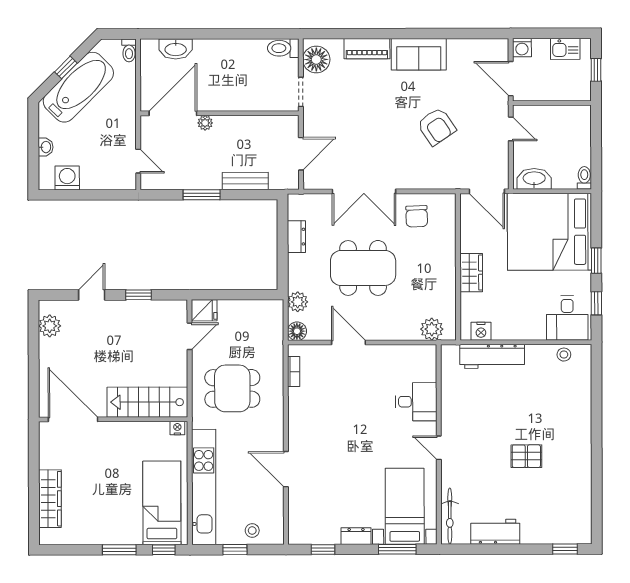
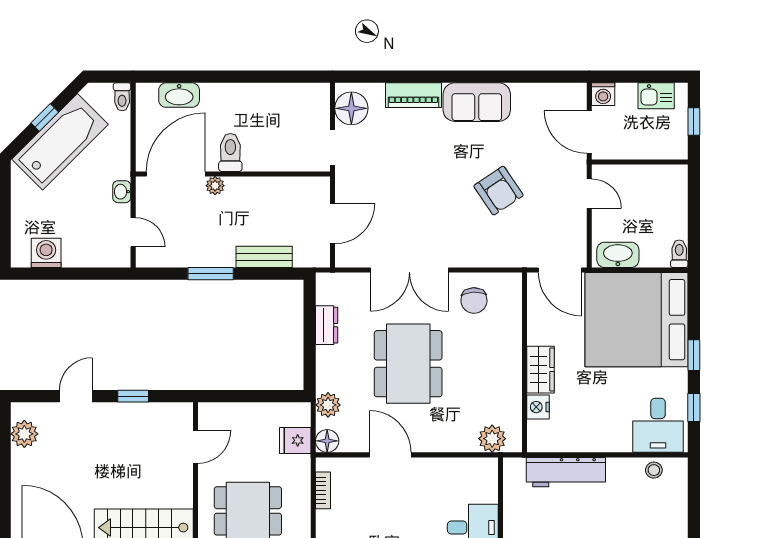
toilet: (283, 48) -> (230, 152), moved, turned 90
washbasin: (46, 147) -> (122, 192), moved, turned 180
dining table: (363, 268) -> (408, 364), turned 90
fridge: (204, 310) -> (295, 440), moved, turned 180
nightstand: (481, 331) -> (538, 407), moved, turned 90

